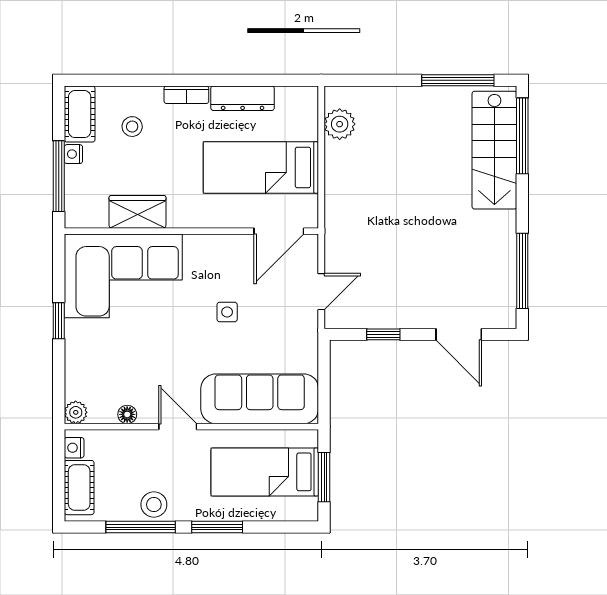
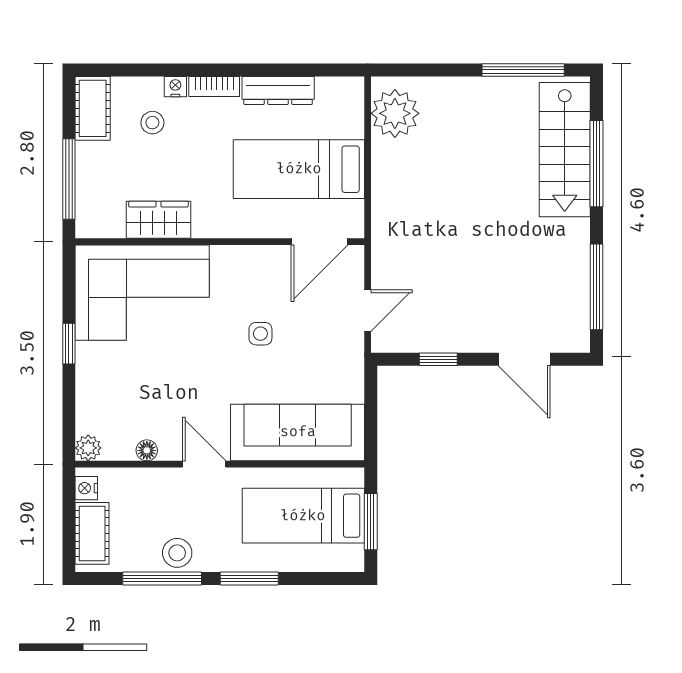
plant: (340, 124) -> (395, 113), width x1.36, depth x1.36
window: (522, 136) -> (596, 164), moved
nightstand: (73, 154) -> (175, 87), moved, turned 90

